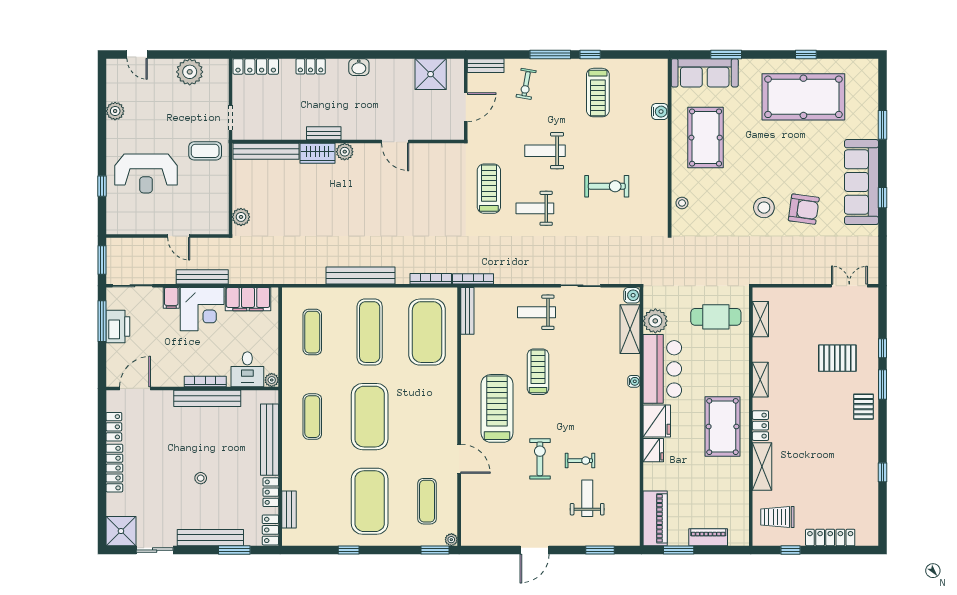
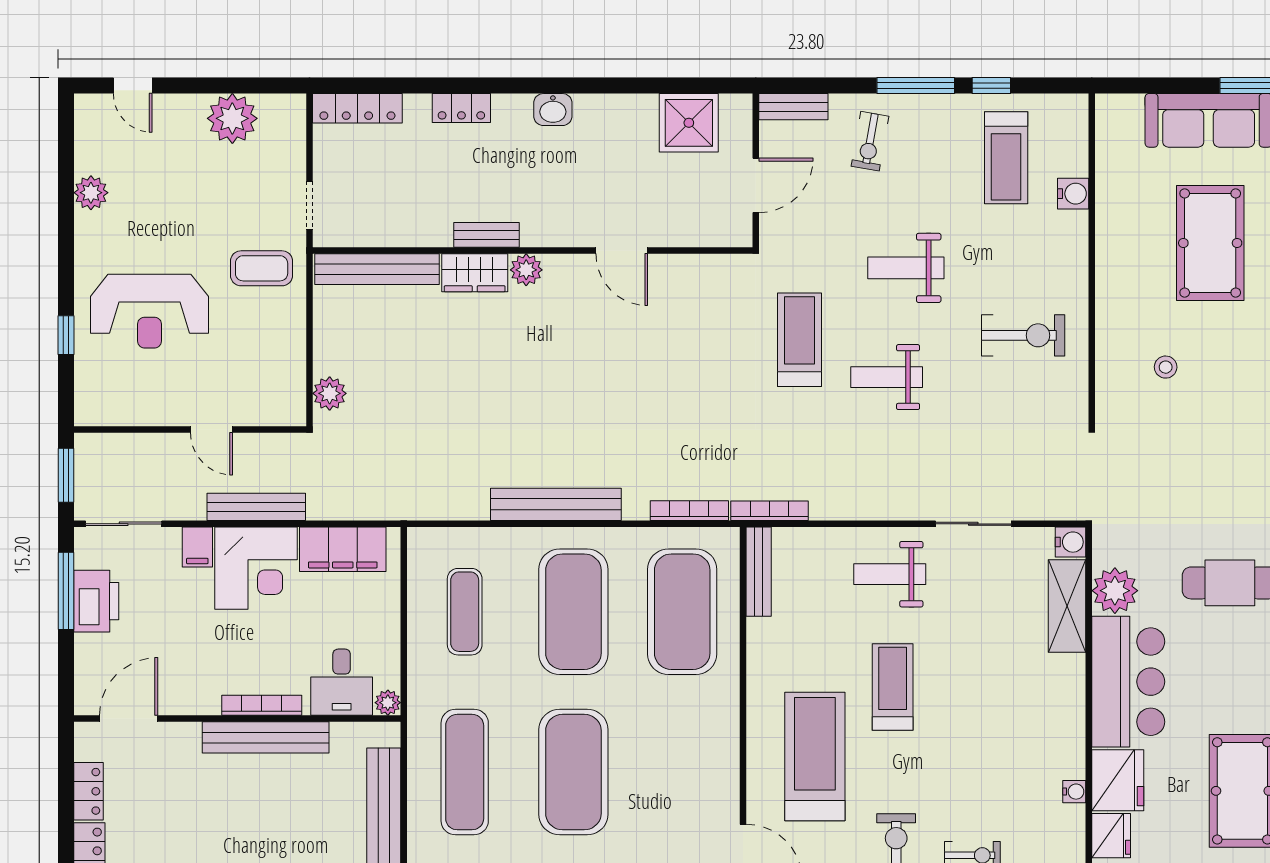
water cooler: (660, 112) -> (1073, 194), moved
wall: (670, 146) -> (1092, 260), moved
exercise mat: (370, 332) -> (573, 612), width x1.47
water cooler: (634, 381) -> (1074, 792), moved
exercise mat: (312, 417) -> (465, 772), width x1.36, depth x1.45

